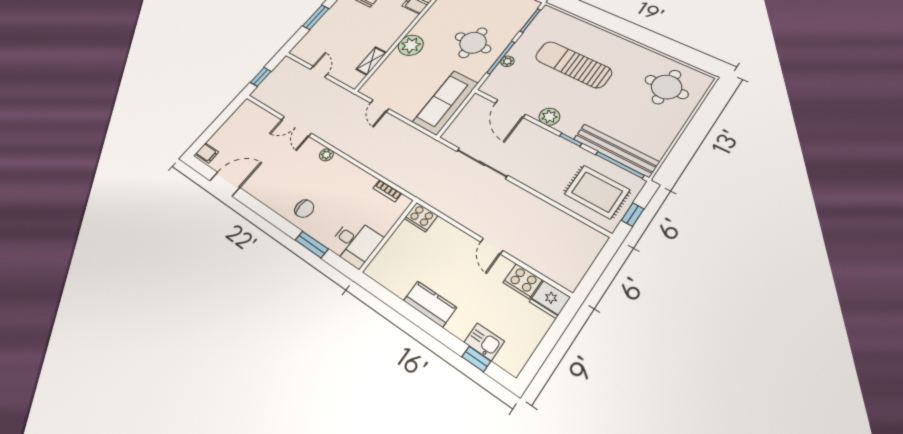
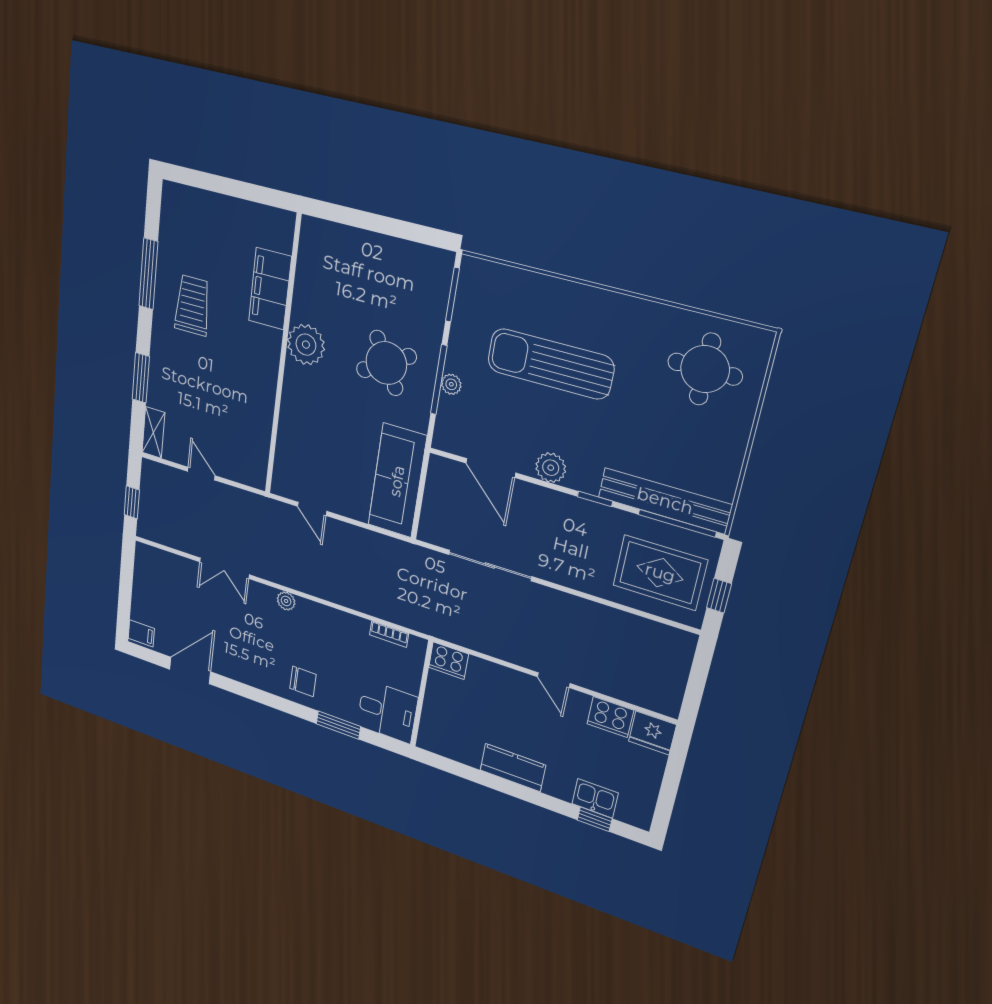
round table: (473, 43) -> (386, 363), turned -30
plant: (411, 45) -> (306, 345), moved
shelving: (371, 61) -> (153, 432), moved

